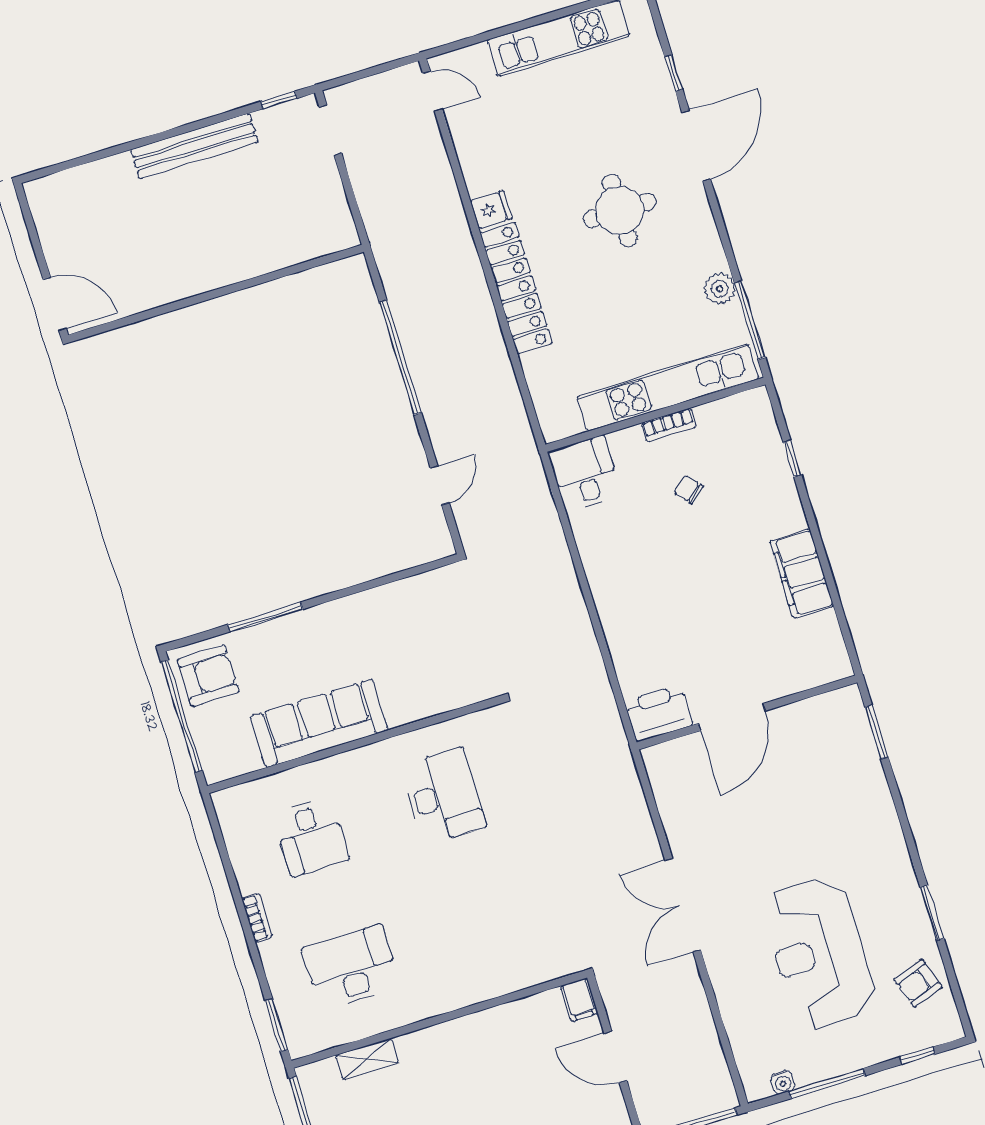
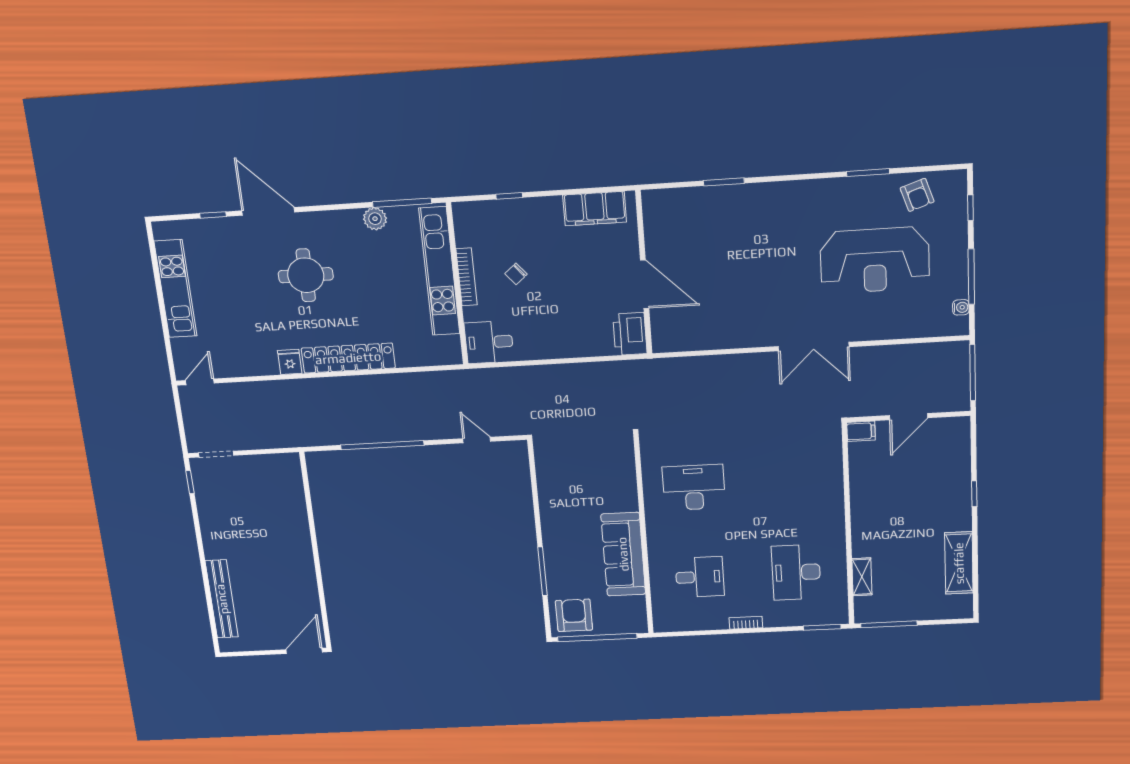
bench: (194, 146) -> (222, 599), moved
bookcase: (669, 425) -> (467, 277), width x1.56
wall: (747, 712) -> (644, 273), moved
printer: (659, 713) -> (630, 334), moved
door: (732, 717) -> (645, 284), moved

